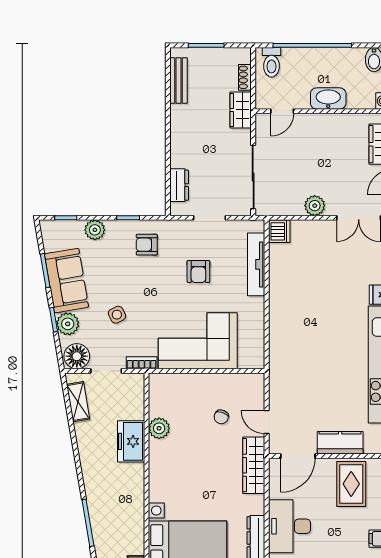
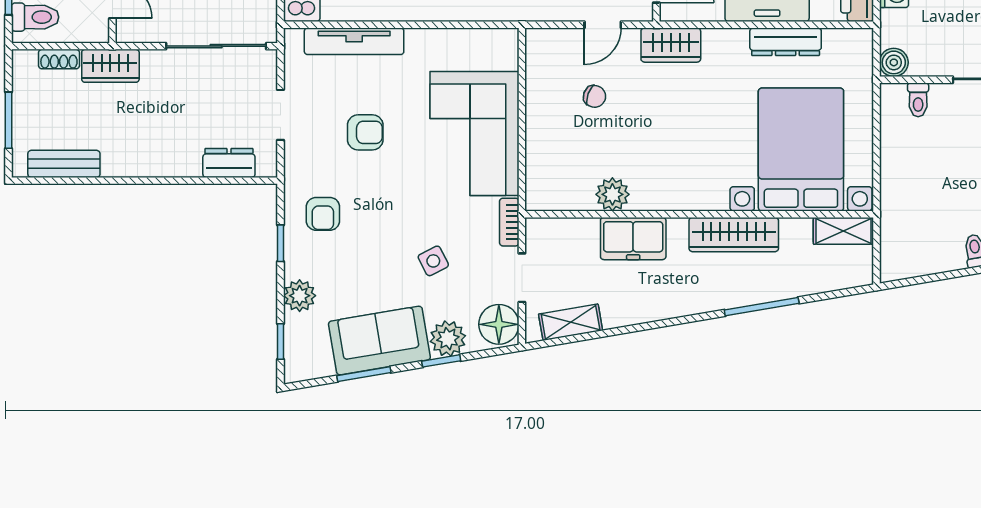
wardrobe: (254, 465) -> (671, 45), width x0.67
wardrobe: (134, 505) -> (734, 235), added

